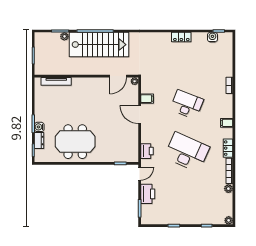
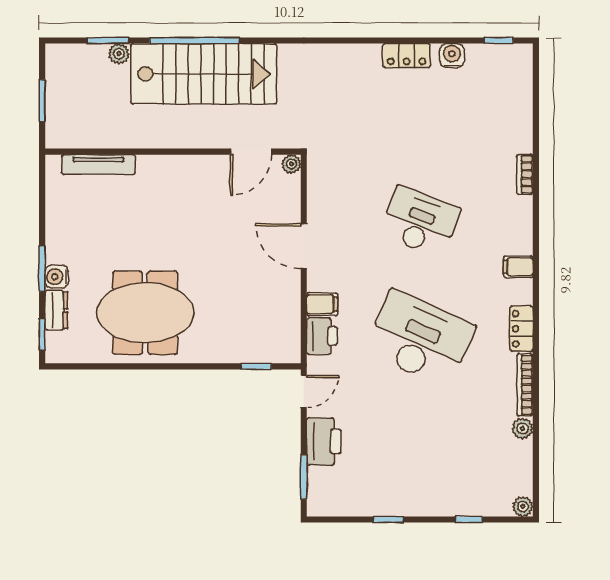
water cooler: (212, 37) -> (452, 56), moved
filing cabinet: (147, 99) -> (322, 304), moved

